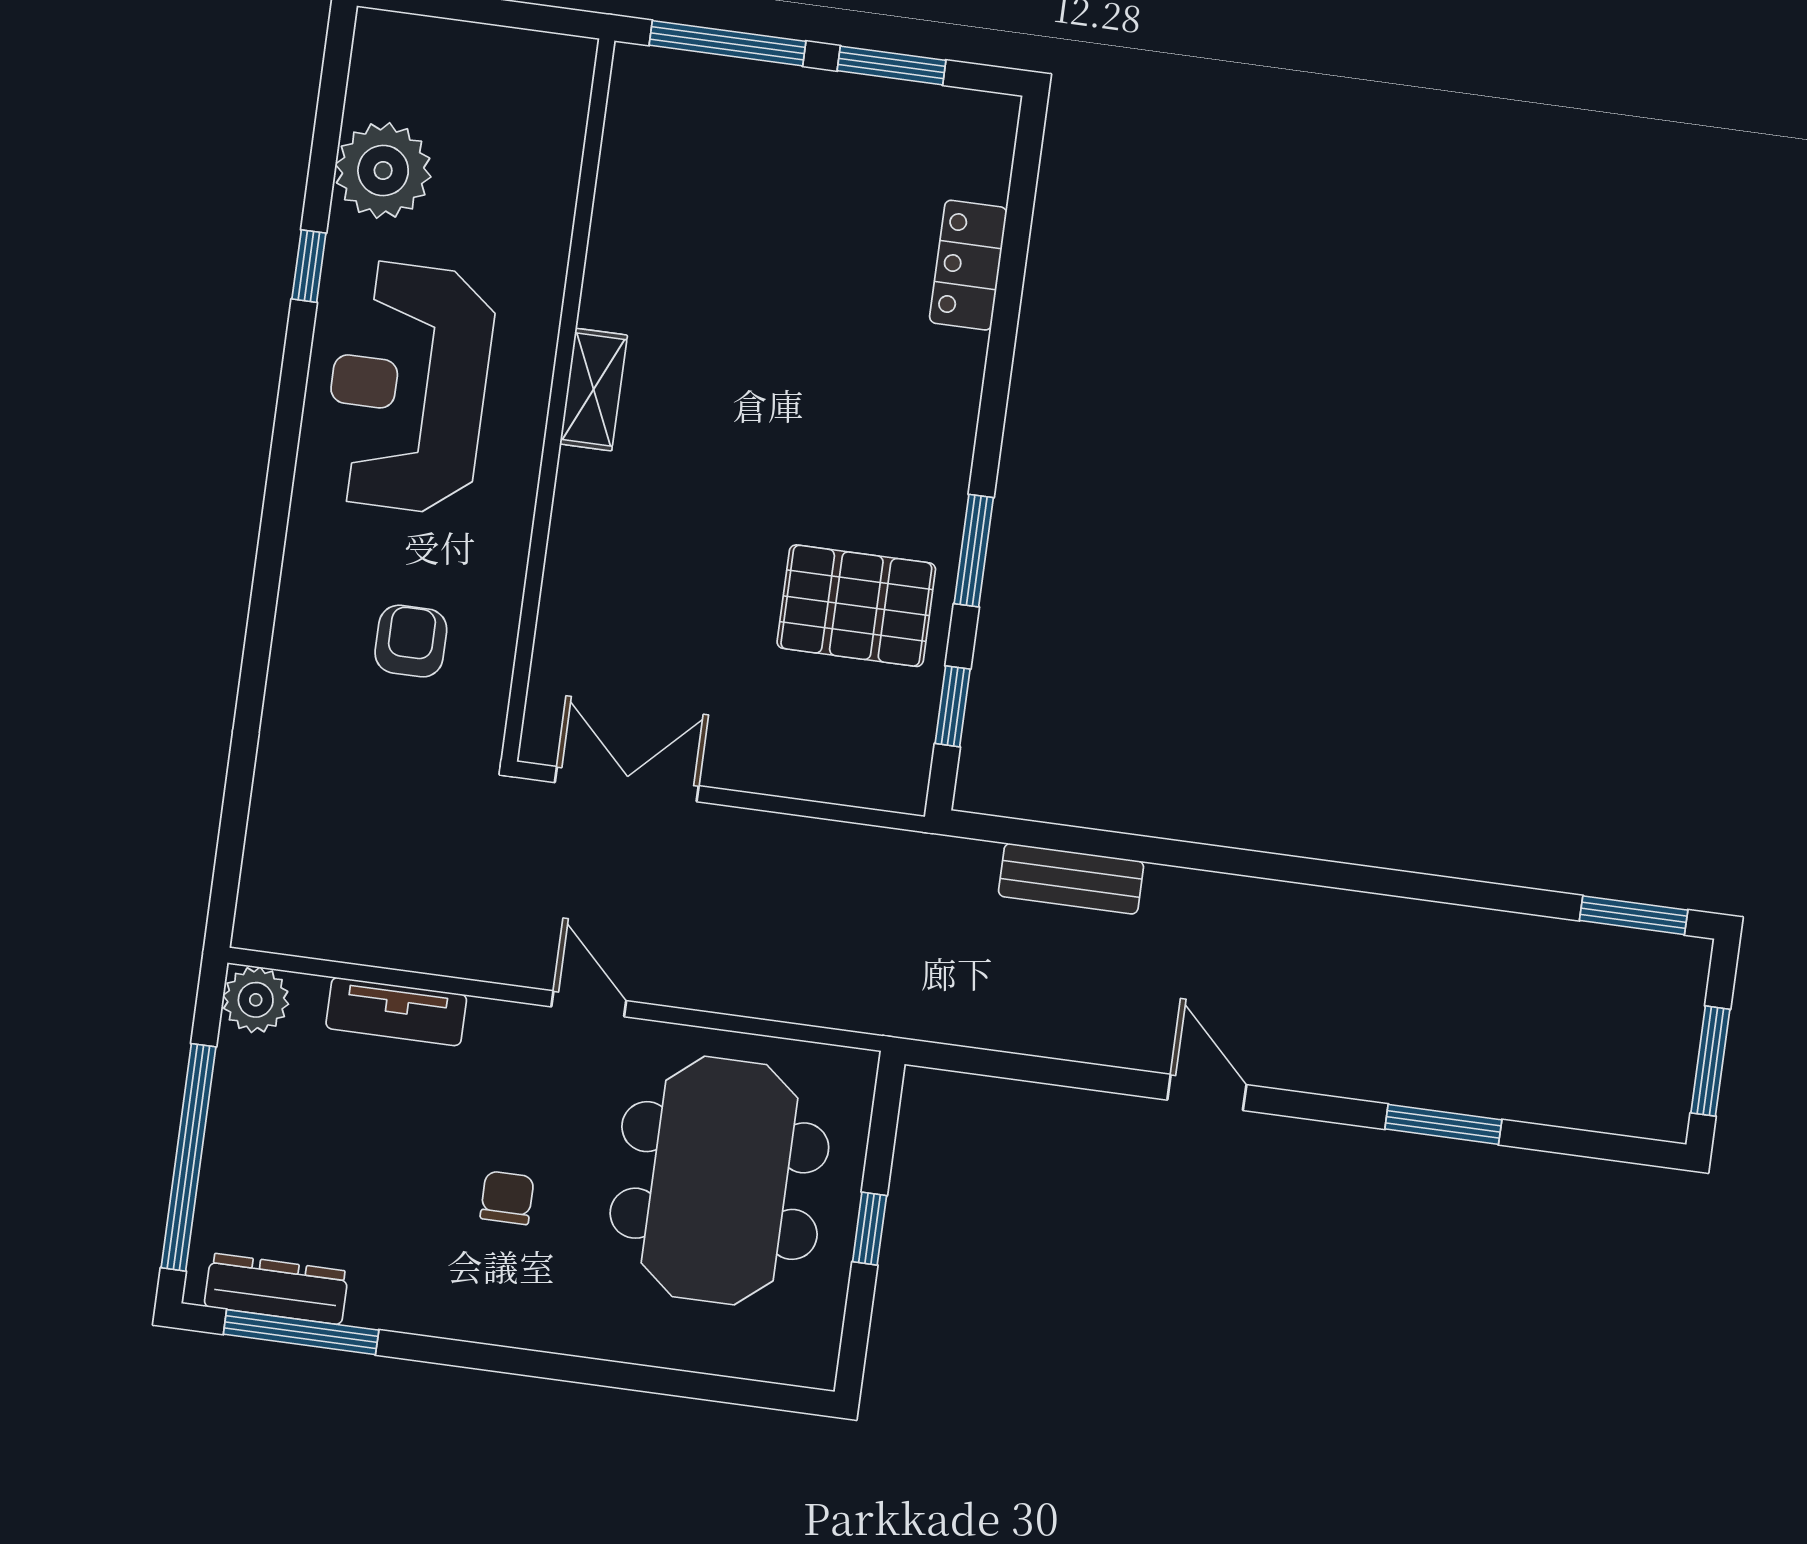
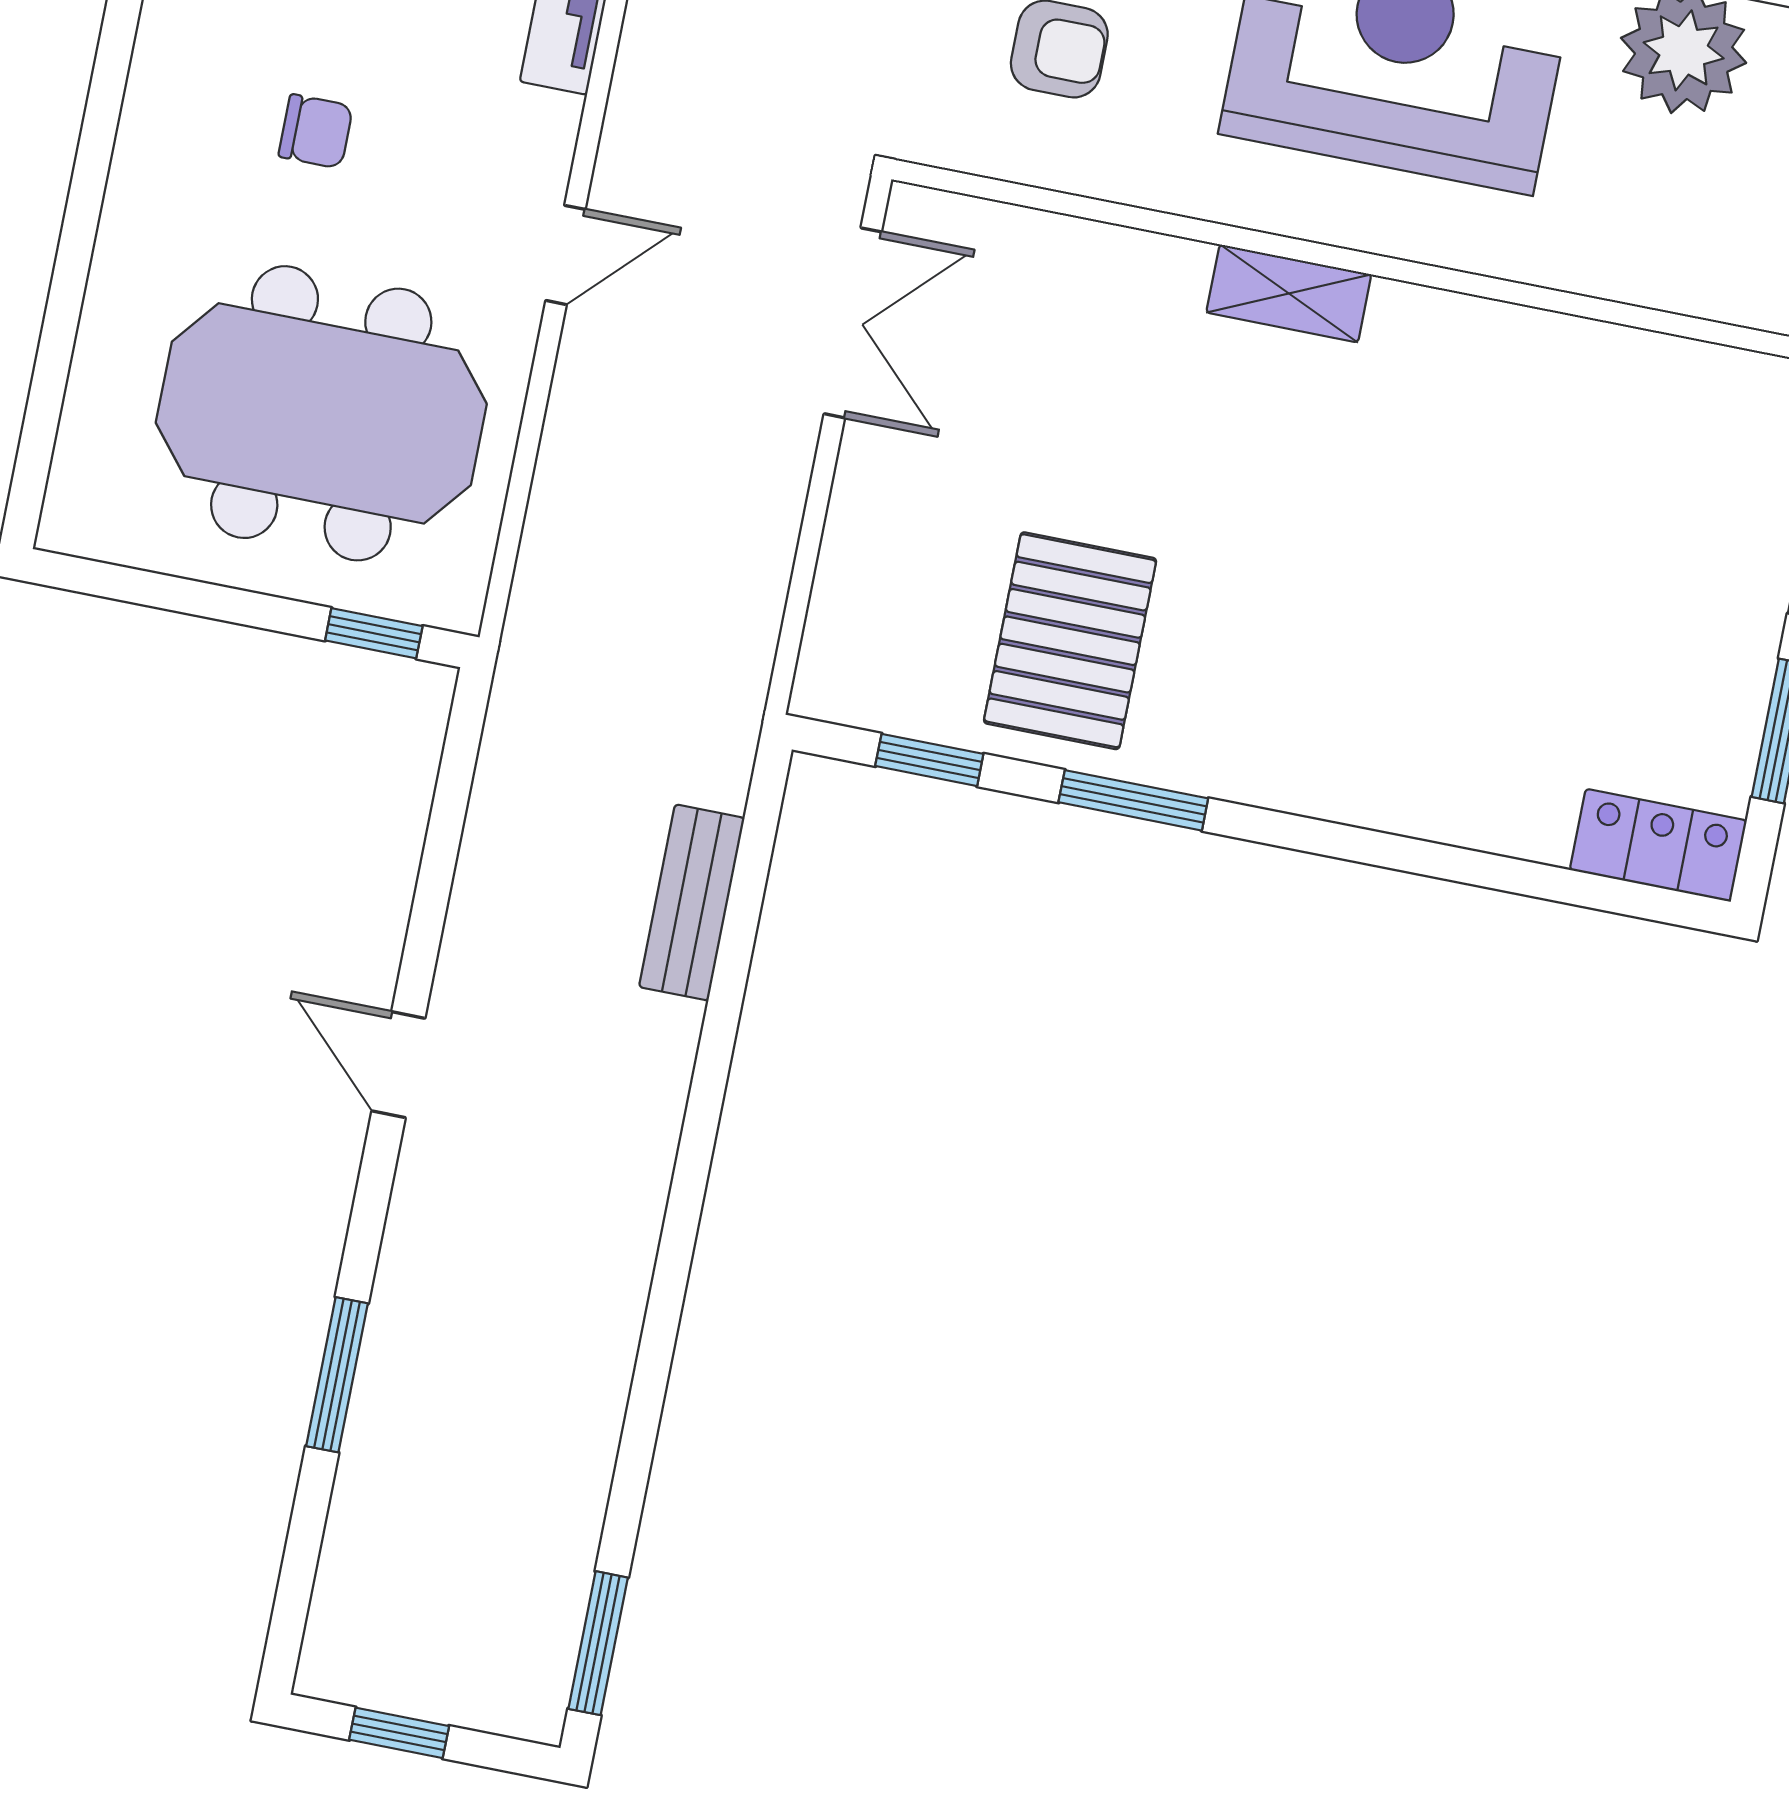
locker: (968, 265) -> (1658, 845), moved
shelving: (594, 390) -> (1289, 293), moved
window: (1710, 1061) -> (399, 1733), width x0.67
door: (1207, 1092) -> (398, 1065), swing flipped
window: (870, 1229) -> (374, 633), moved

